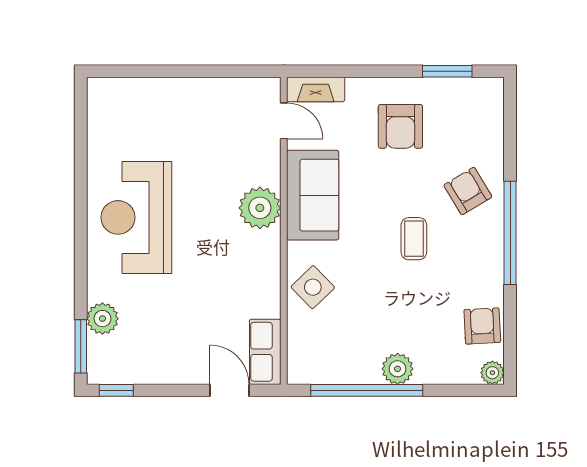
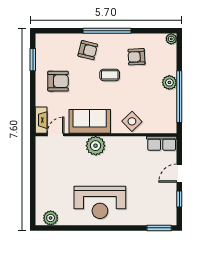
armchair: (468, 191) -> (88, 50), turned -135
plant: (102, 319) -> (51, 218), moved
armchair: (482, 326) -> (136, 57), moved
window: (116, 390) -> (179, 199), moved
door: (229, 390) -> (179, 173), moved

